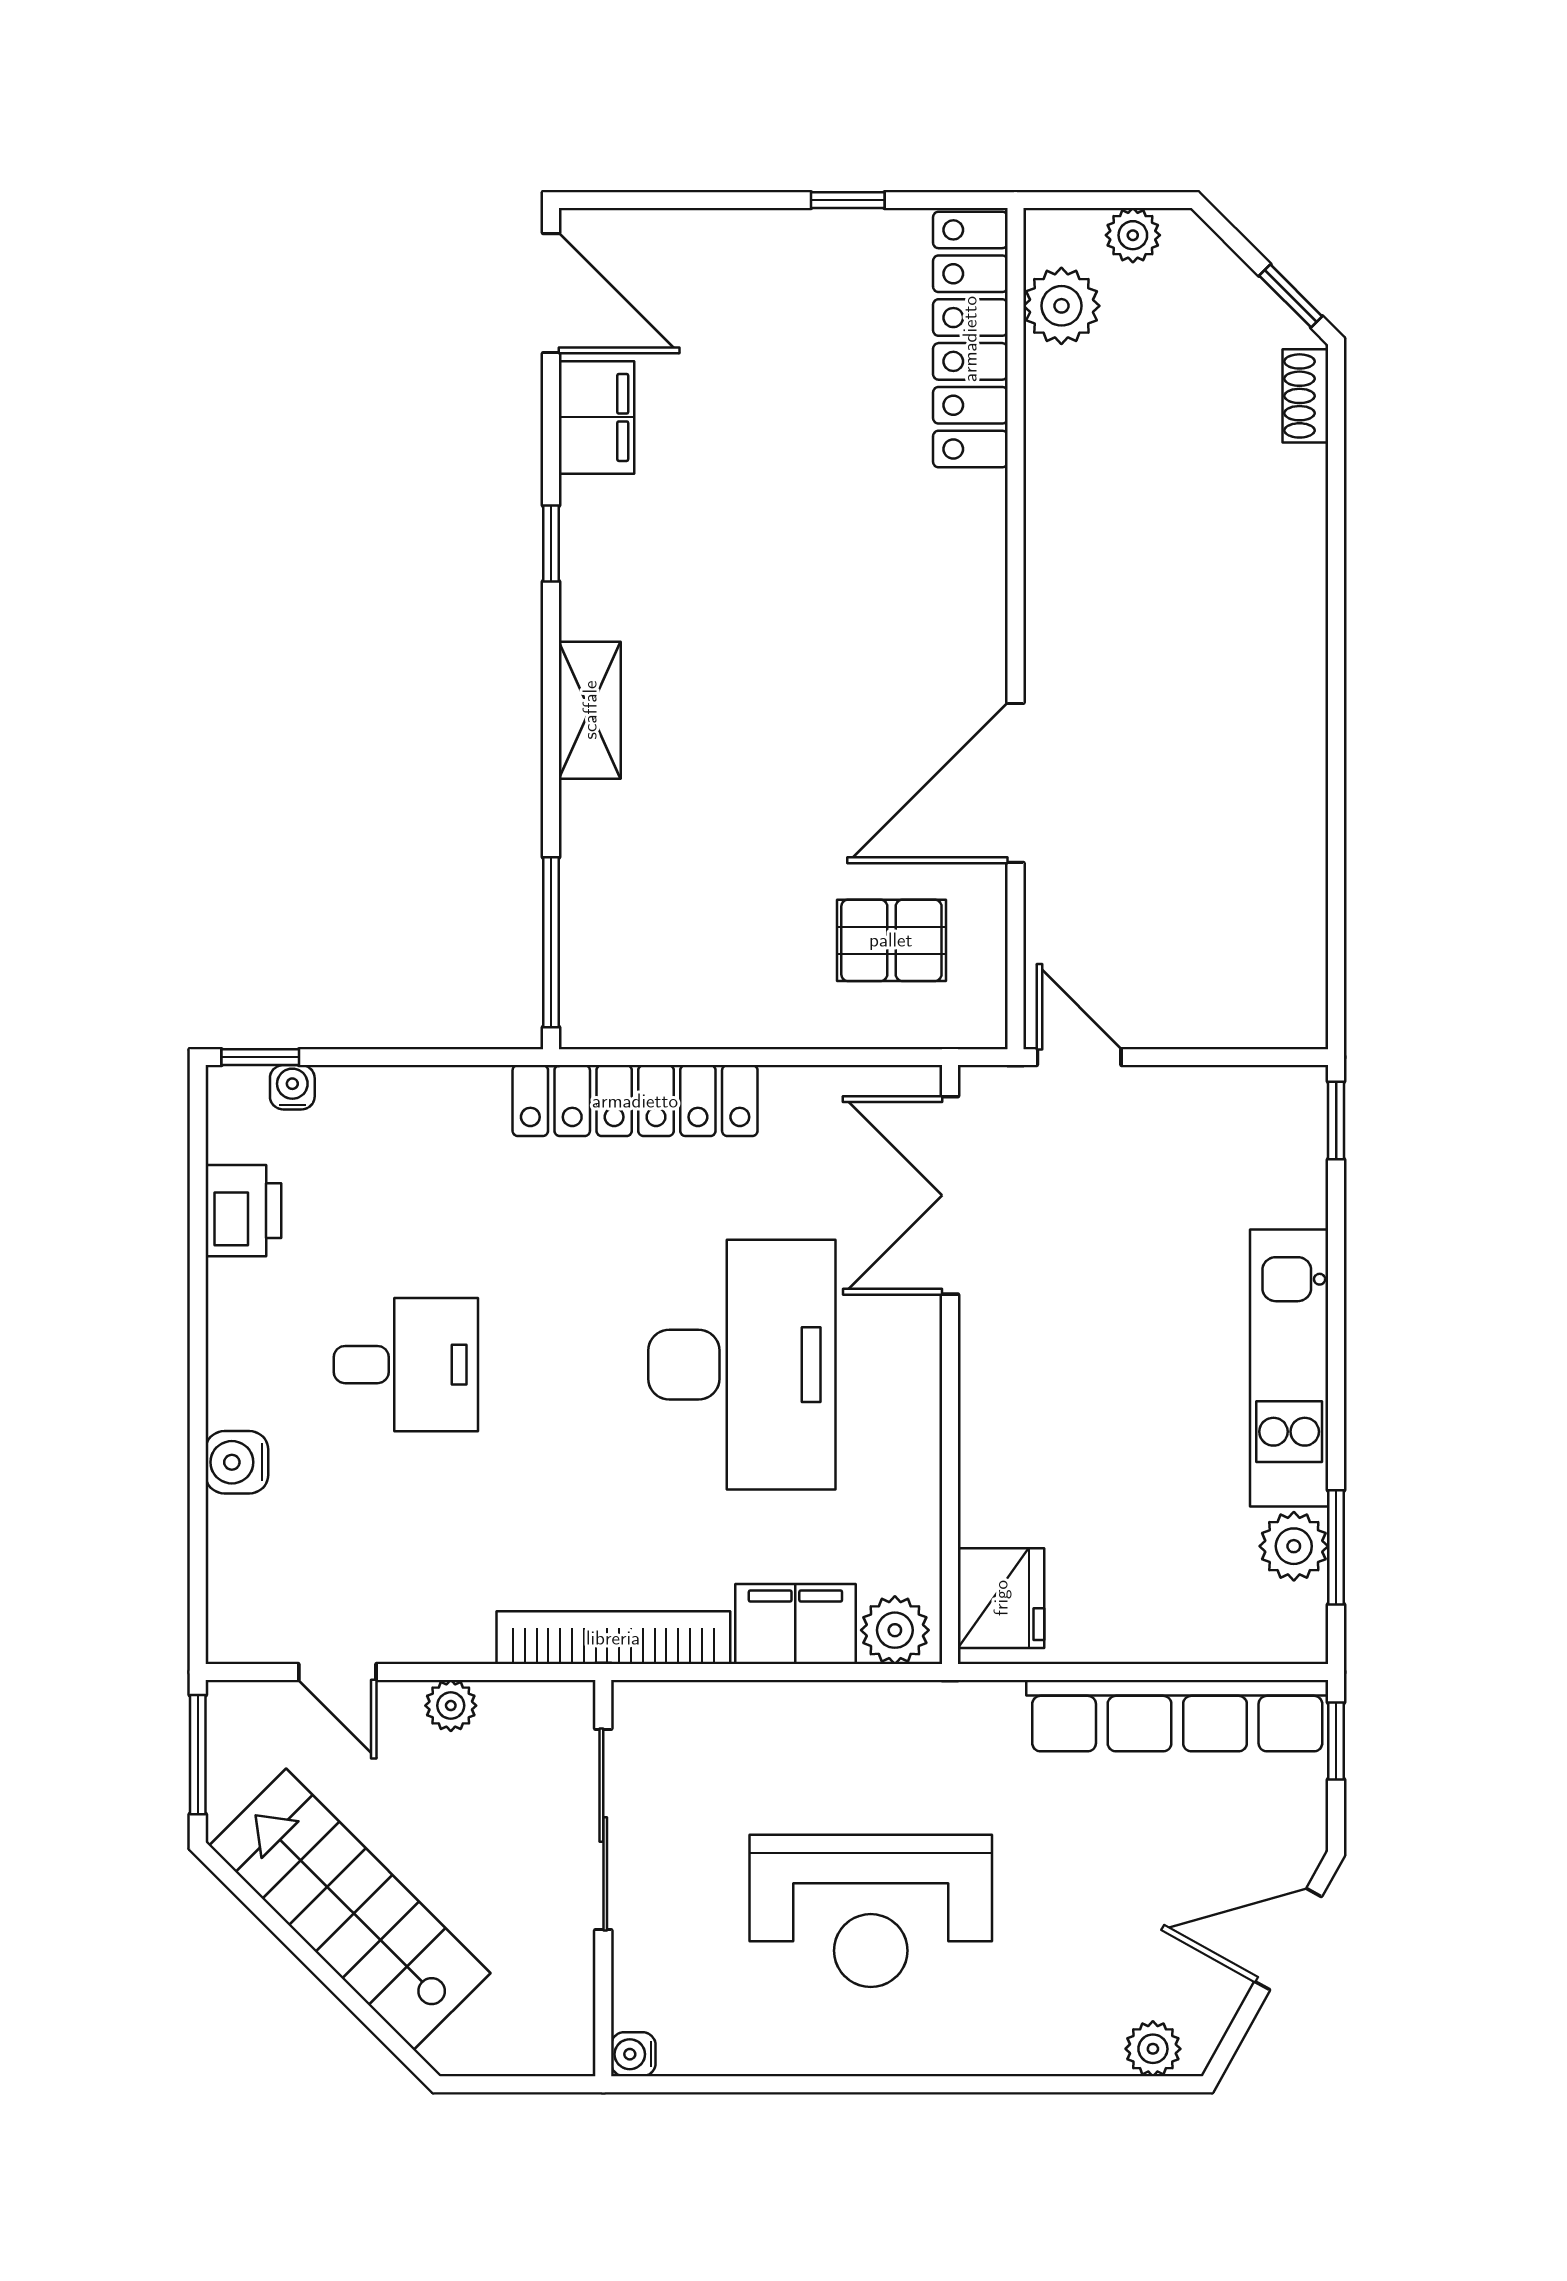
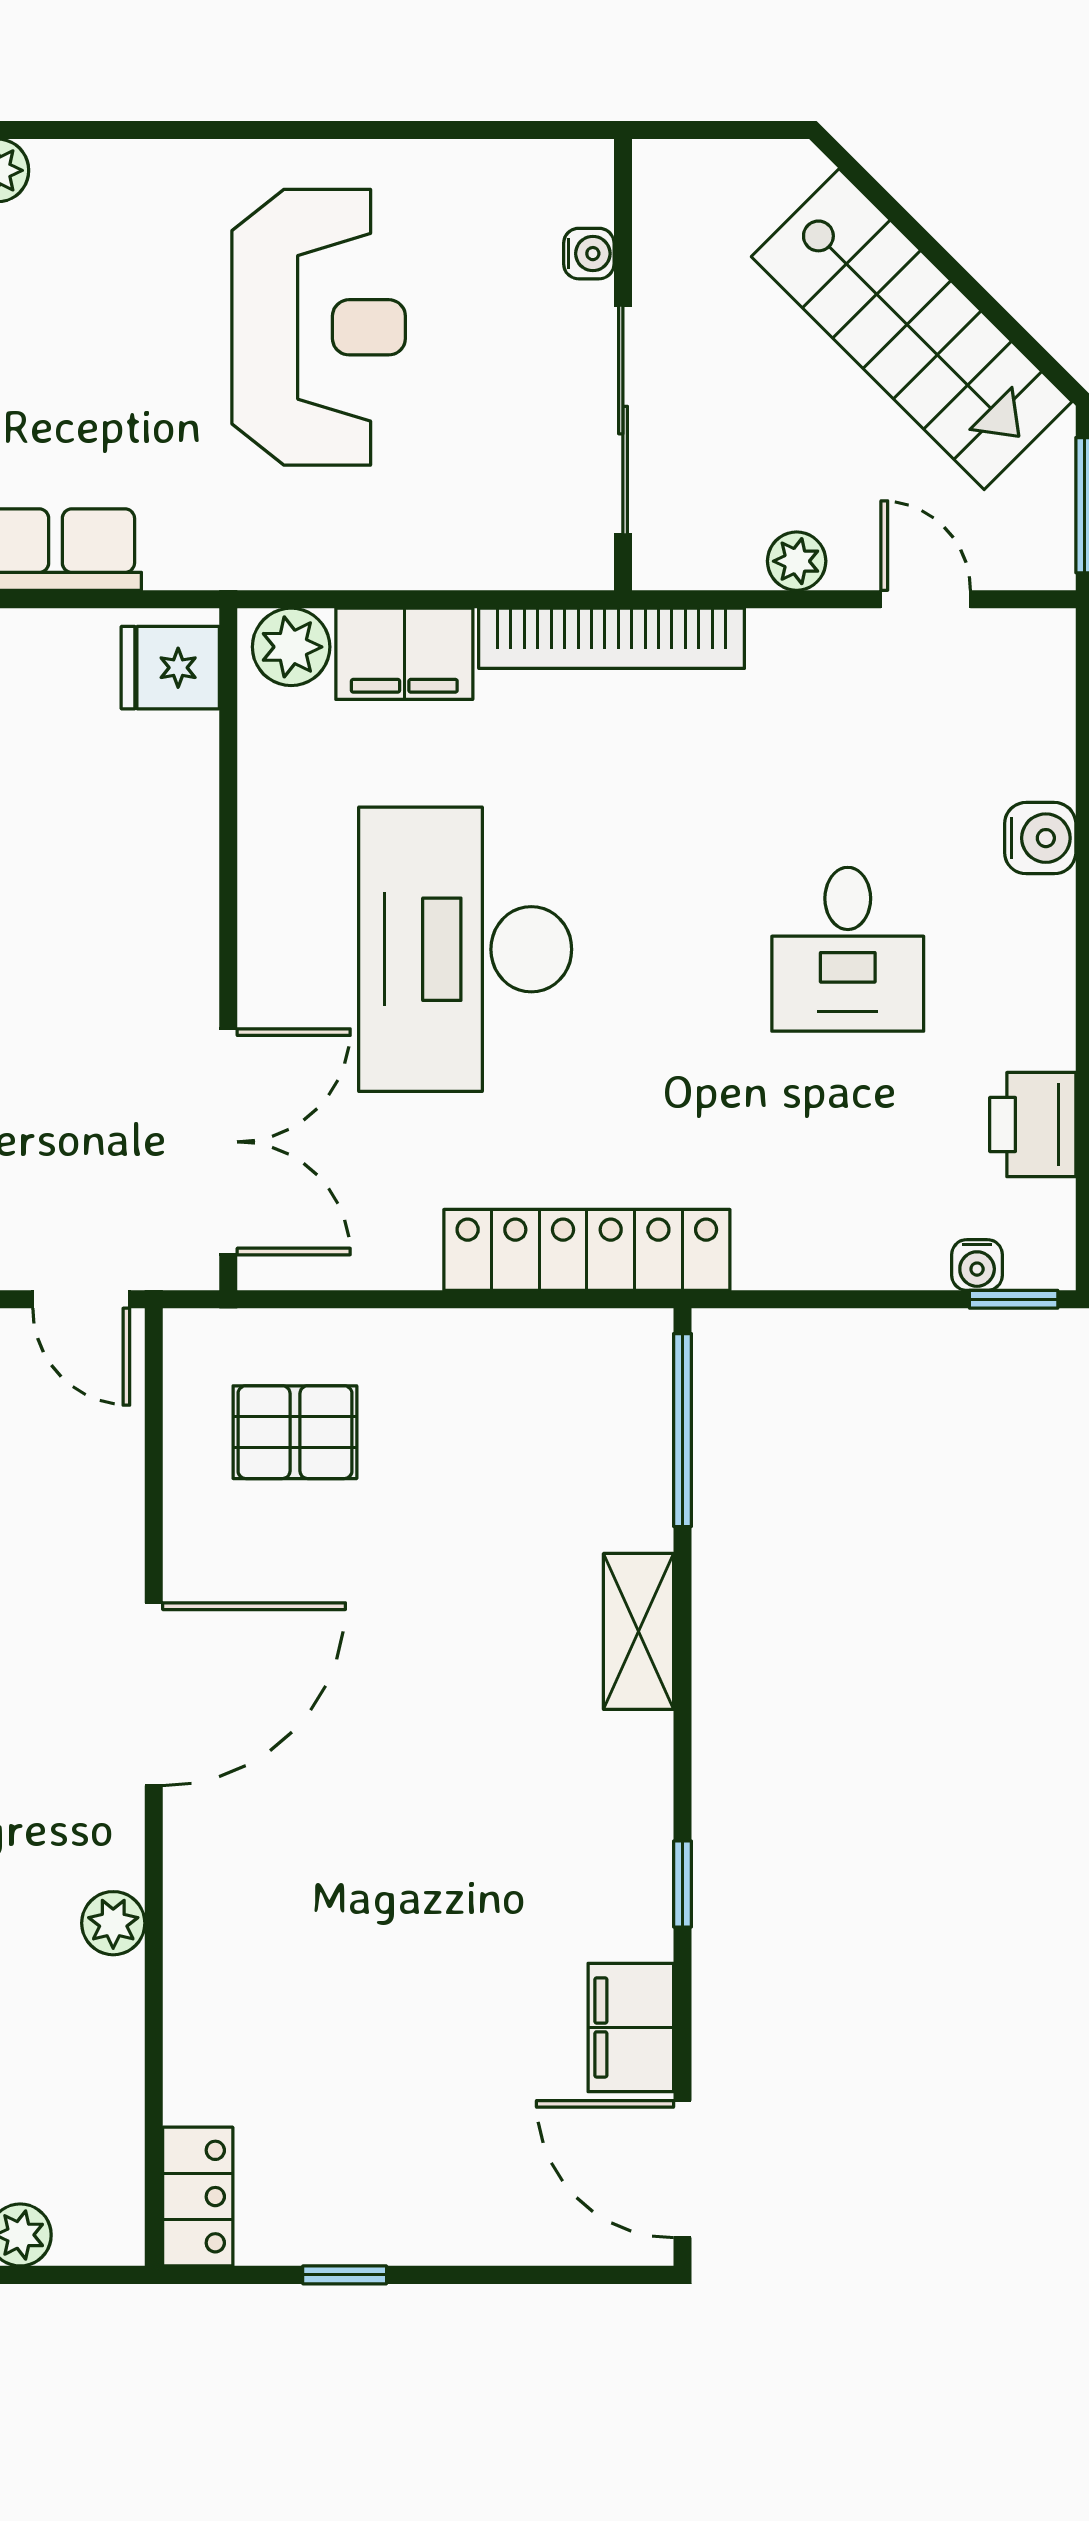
plant: (1061, 306) -> (113, 1923), moved, width x0.73, depth x0.73
locker: (970, 339) -> (198, 2197), width x0.46, depth x0.83
shelving: (590, 710) -> (639, 1631), moved
door: (1015, 783) -> (154, 1694), moved
desk: (406, 1365) -> (848, 949), turned -90
fridge: (1001, 1598) -> (170, 668), width x0.72
reception desk: (871, 1911) -> (319, 327), turned 90
water cooler: (633, 2054) -> (589, 254), moved

